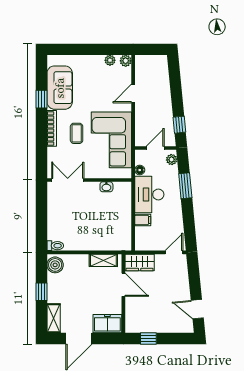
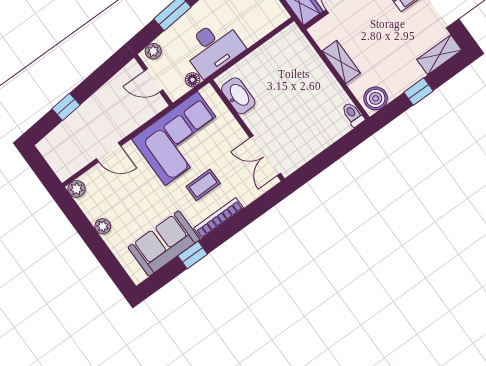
plant: (110, 60) -> (103, 226), moved
window: (179, 125) -> (66, 107), moved
washbasin: (106, 187) -> (238, 96), width x1.91, depth x1.45
filing cabinet: (143, 220) -> (249, 34), removed
shelving: (103, 260) -> (341, 62), moved

